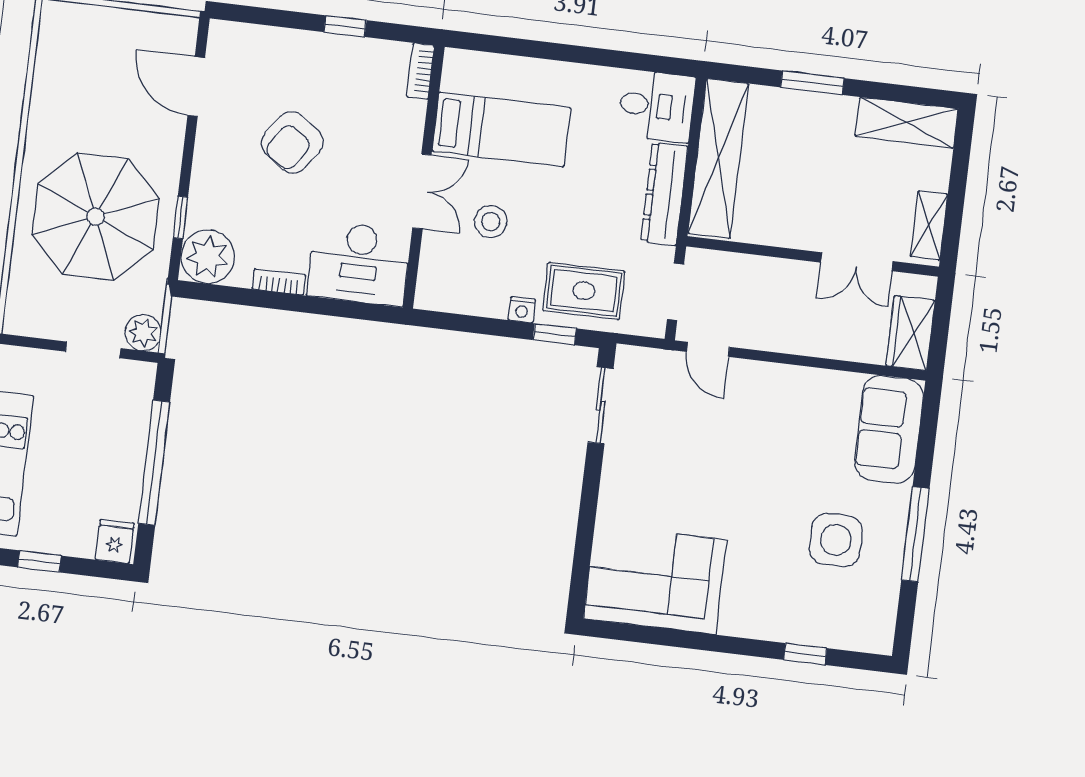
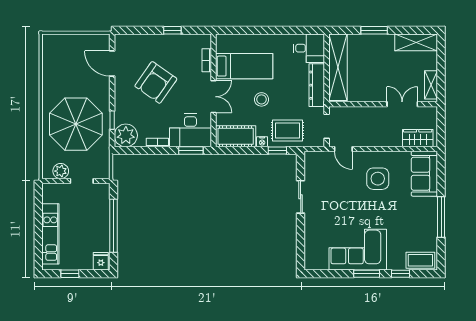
bookcase: (421, 71) -> (207, 60), moved
armchair: (292, 143) -> (156, 82), width x1.36, depth x1.36
stool: (491, 222) -> (262, 99), moved
double door: (857, 262) -> (402, 104), swing flipped
cot: (462, 290) -> (236, 136), added
window: (354, 310) -> (191, 150), added
plant: (143, 333) -> (61, 171), moved
wardrobe: (910, 333) -> (418, 138), moved, turned 90
sliding door: (600, 405) -> (301, 197), moved
side table: (836, 540) -> (378, 179), moved
corner sofa: (655, 579) -> (358, 250), moved
coffee table: (855, 629) -> (420, 260), added
window: (727, 645) -> (367, 274), added

